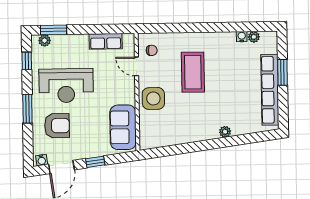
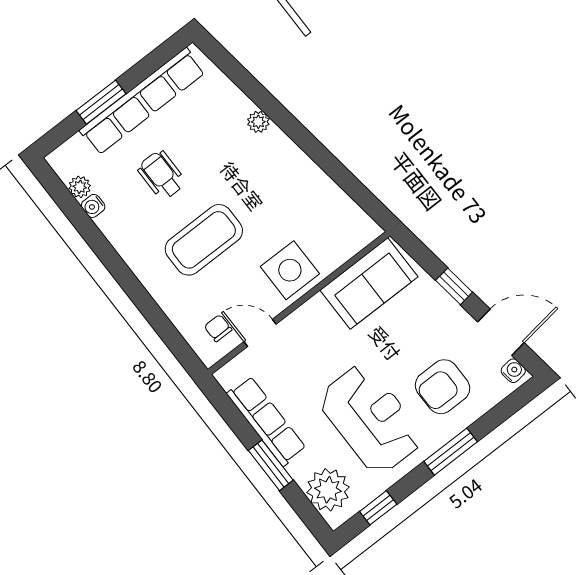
window: (54, 30) -> (271, 465), moved
plant: (45, 40) -> (328, 490), width x1.87, depth x1.87
row of seats: (106, 41) -> (266, 421), width x1.48
door: (137, 66) -> (260, 333), swing flipped
wheelchair: (233, 75) -> (162, 175), added
armchair: (57, 126) -> (443, 387), turned -90

